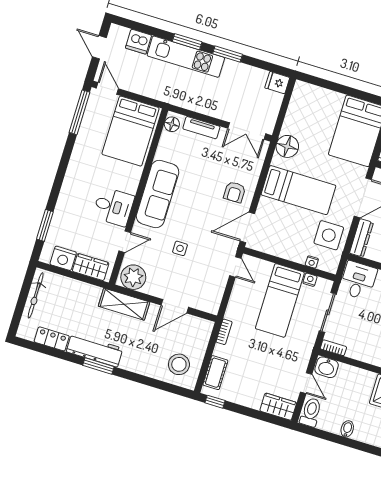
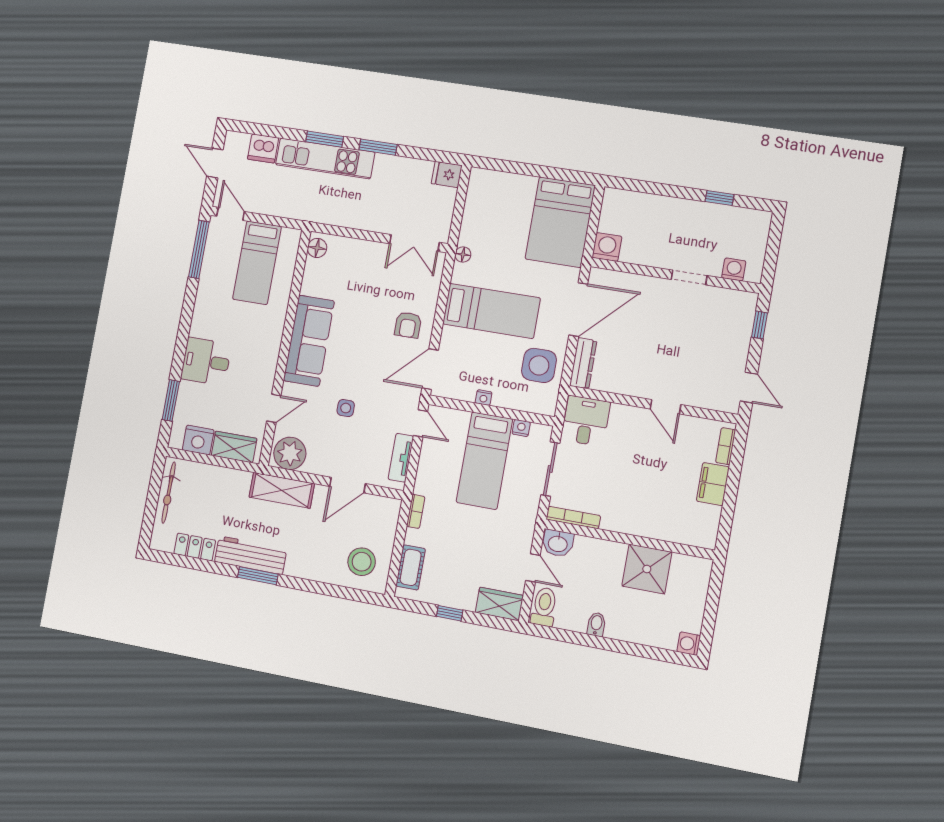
tv unit: (201, 128) -> (401, 458), moved, turned 90
bed: (131, 131) -> (257, 263), width x0.67
floor lamp: (287, 146) -> (463, 255), width x0.53, depth x0.53
desk: (113, 207) -> (206, 361), moved, turned 180
nightstand: (312, 262) -> (484, 398), moved
bookcase: (333, 348) -> (573, 517), width x1.56
window: (215, 402) -> (450, 613), moved

